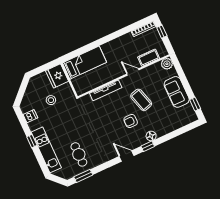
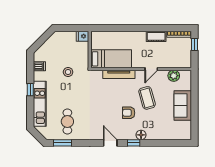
cot: (149, 58) -> (156, 36), moved
bed: (84, 63) -> (111, 59), moved
plant: (167, 64) -> (174, 76), moved
door: (133, 72) -> (151, 69), swing flipped
fridge: (57, 76) -> (83, 36), width x0.53, depth x0.75
stool: (51, 100) -> (68, 72), moved
window: (195, 104) -> (194, 124), removed

